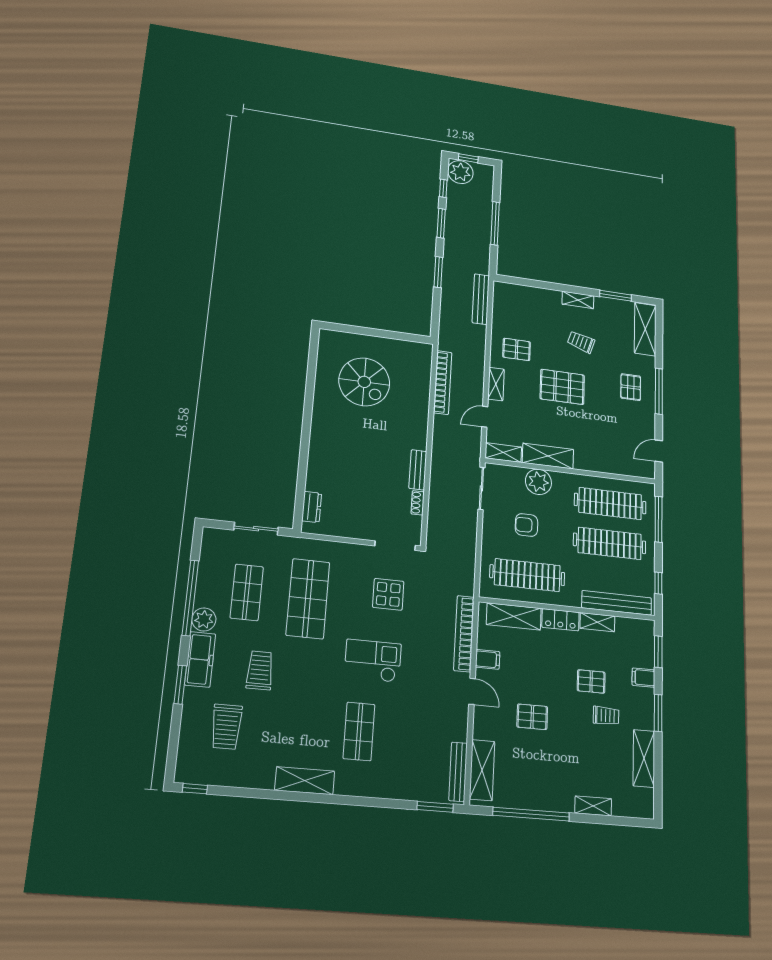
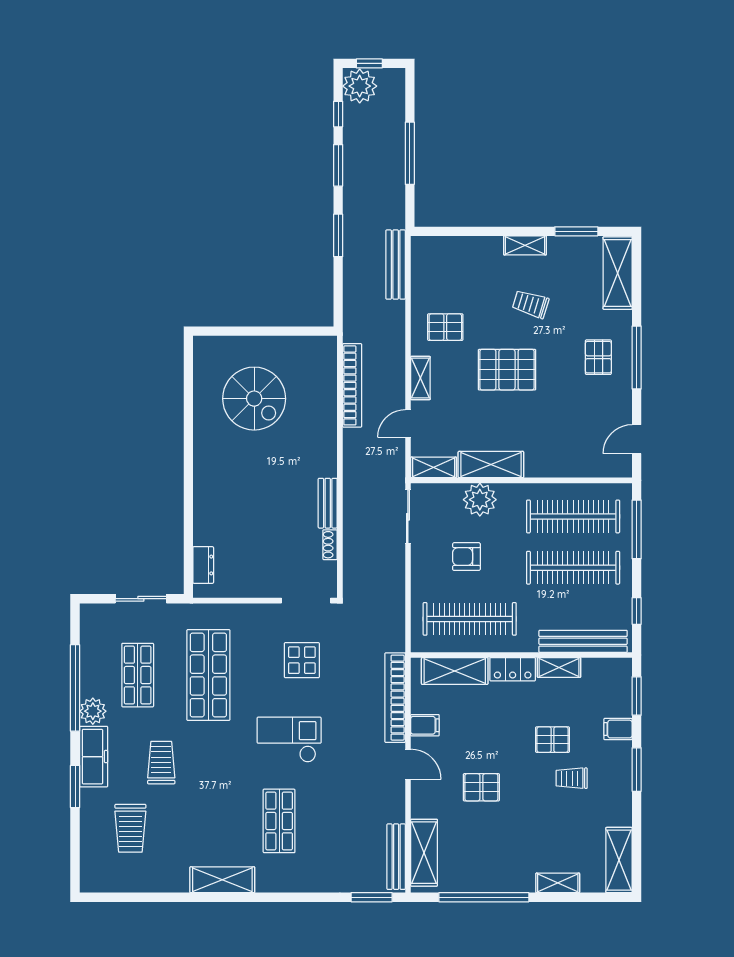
trolley: (606, 716) -> (572, 778), turned 180
shelving: (644, 758) -> (619, 860), moved
window: (195, 789) -> (103, 897), removed

